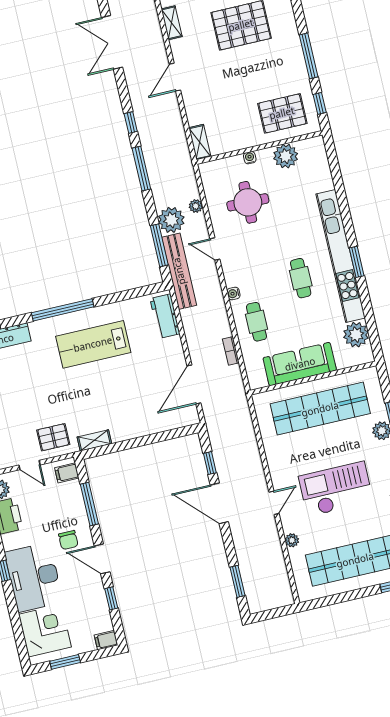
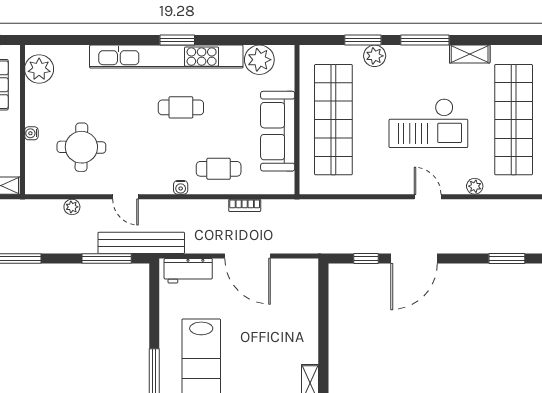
plant: (286, 156) -> (39, 69), moved
plant: (171, 220) -> (81, 238), removed
door: (215, 249) -> (125, 197), hinge flipped
door: (194, 384) -> (248, 256), moved
checkout: (336, 489) -> (428, 123), turned -90

